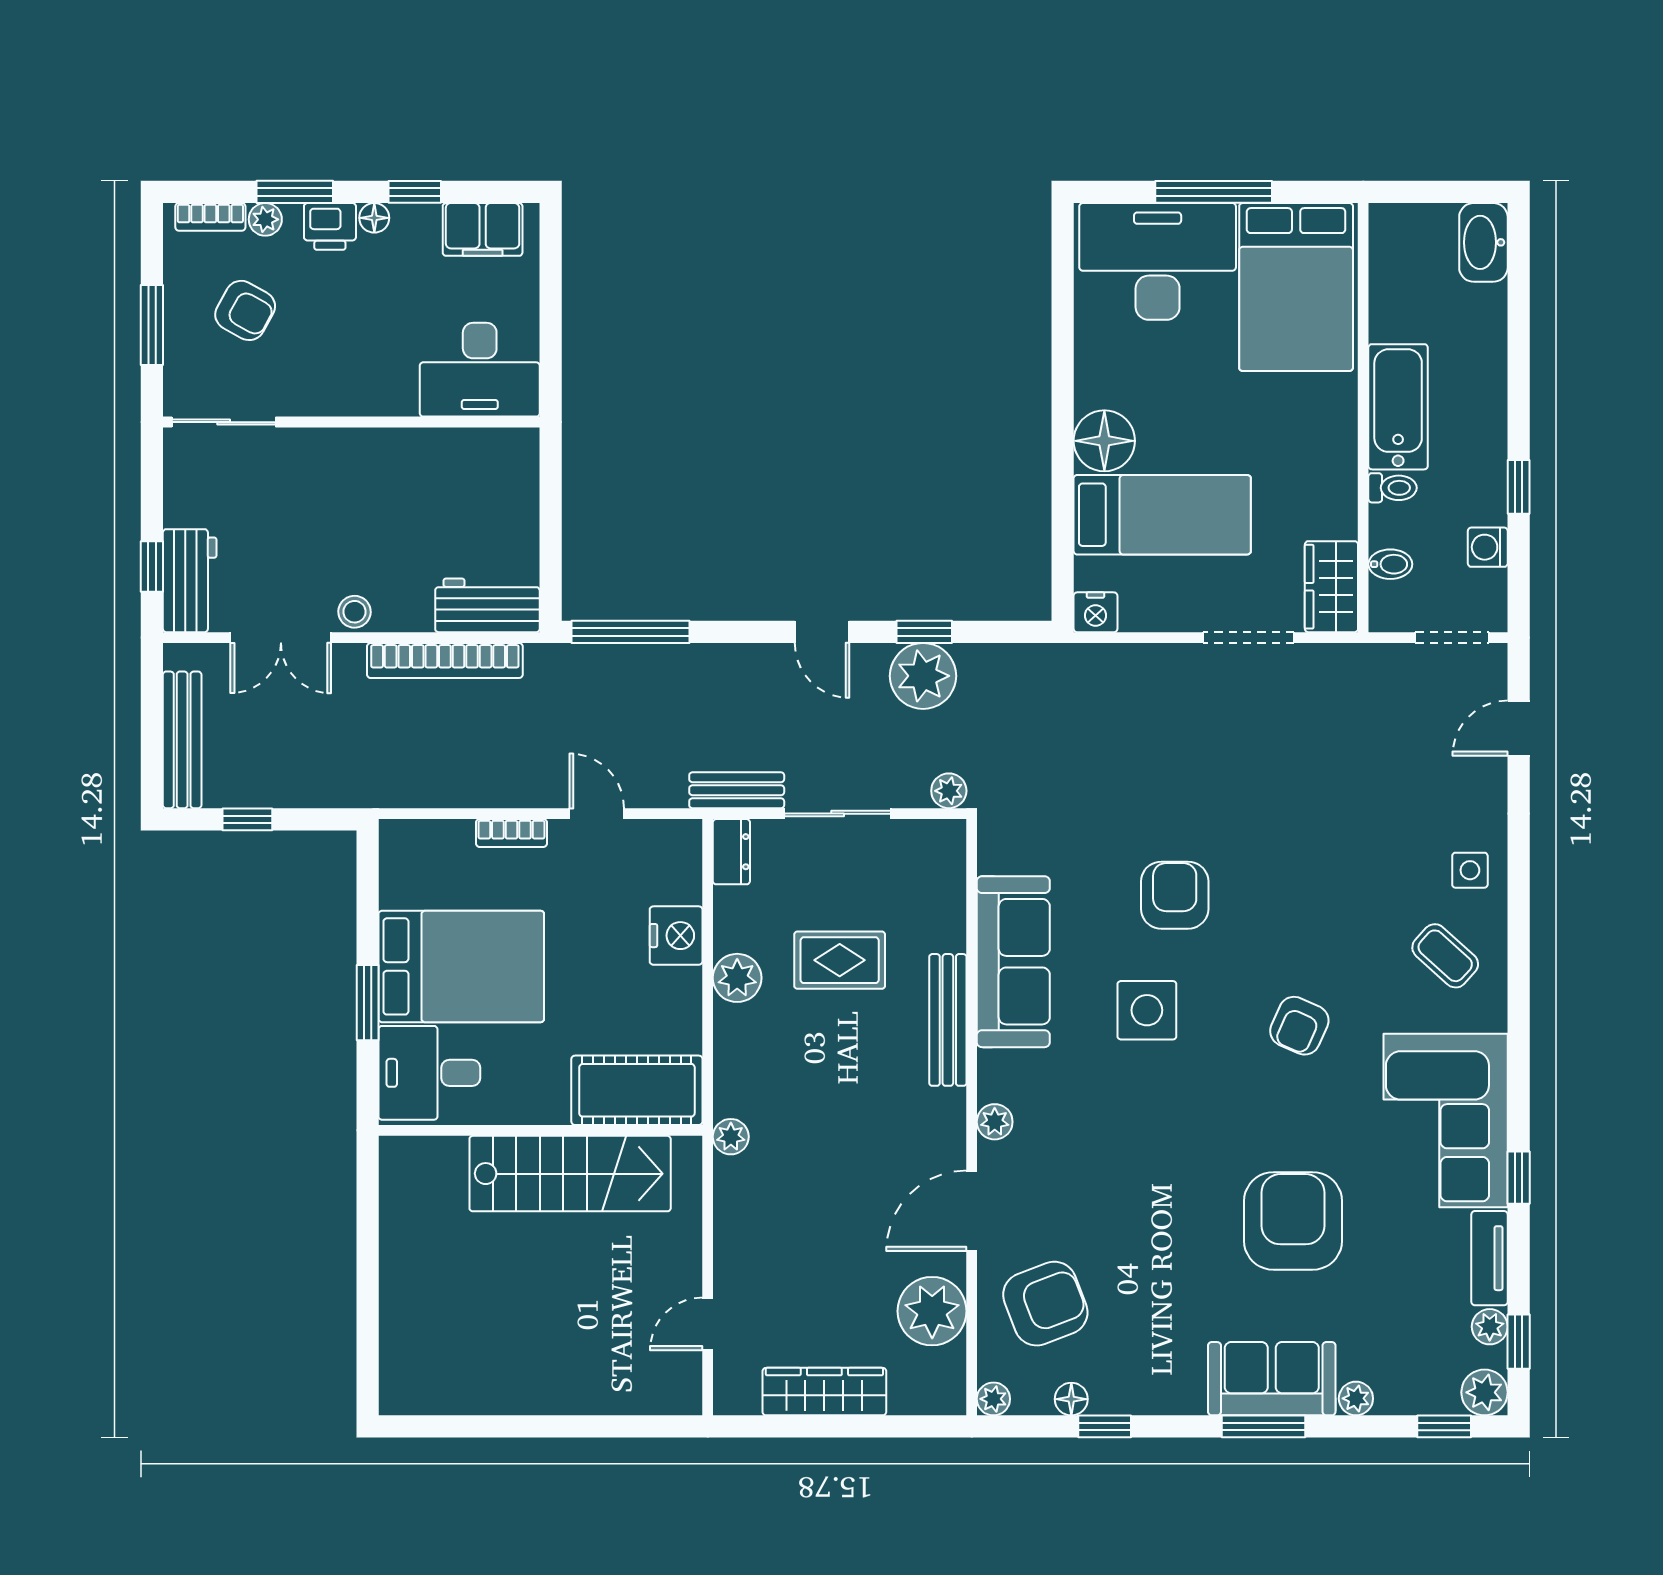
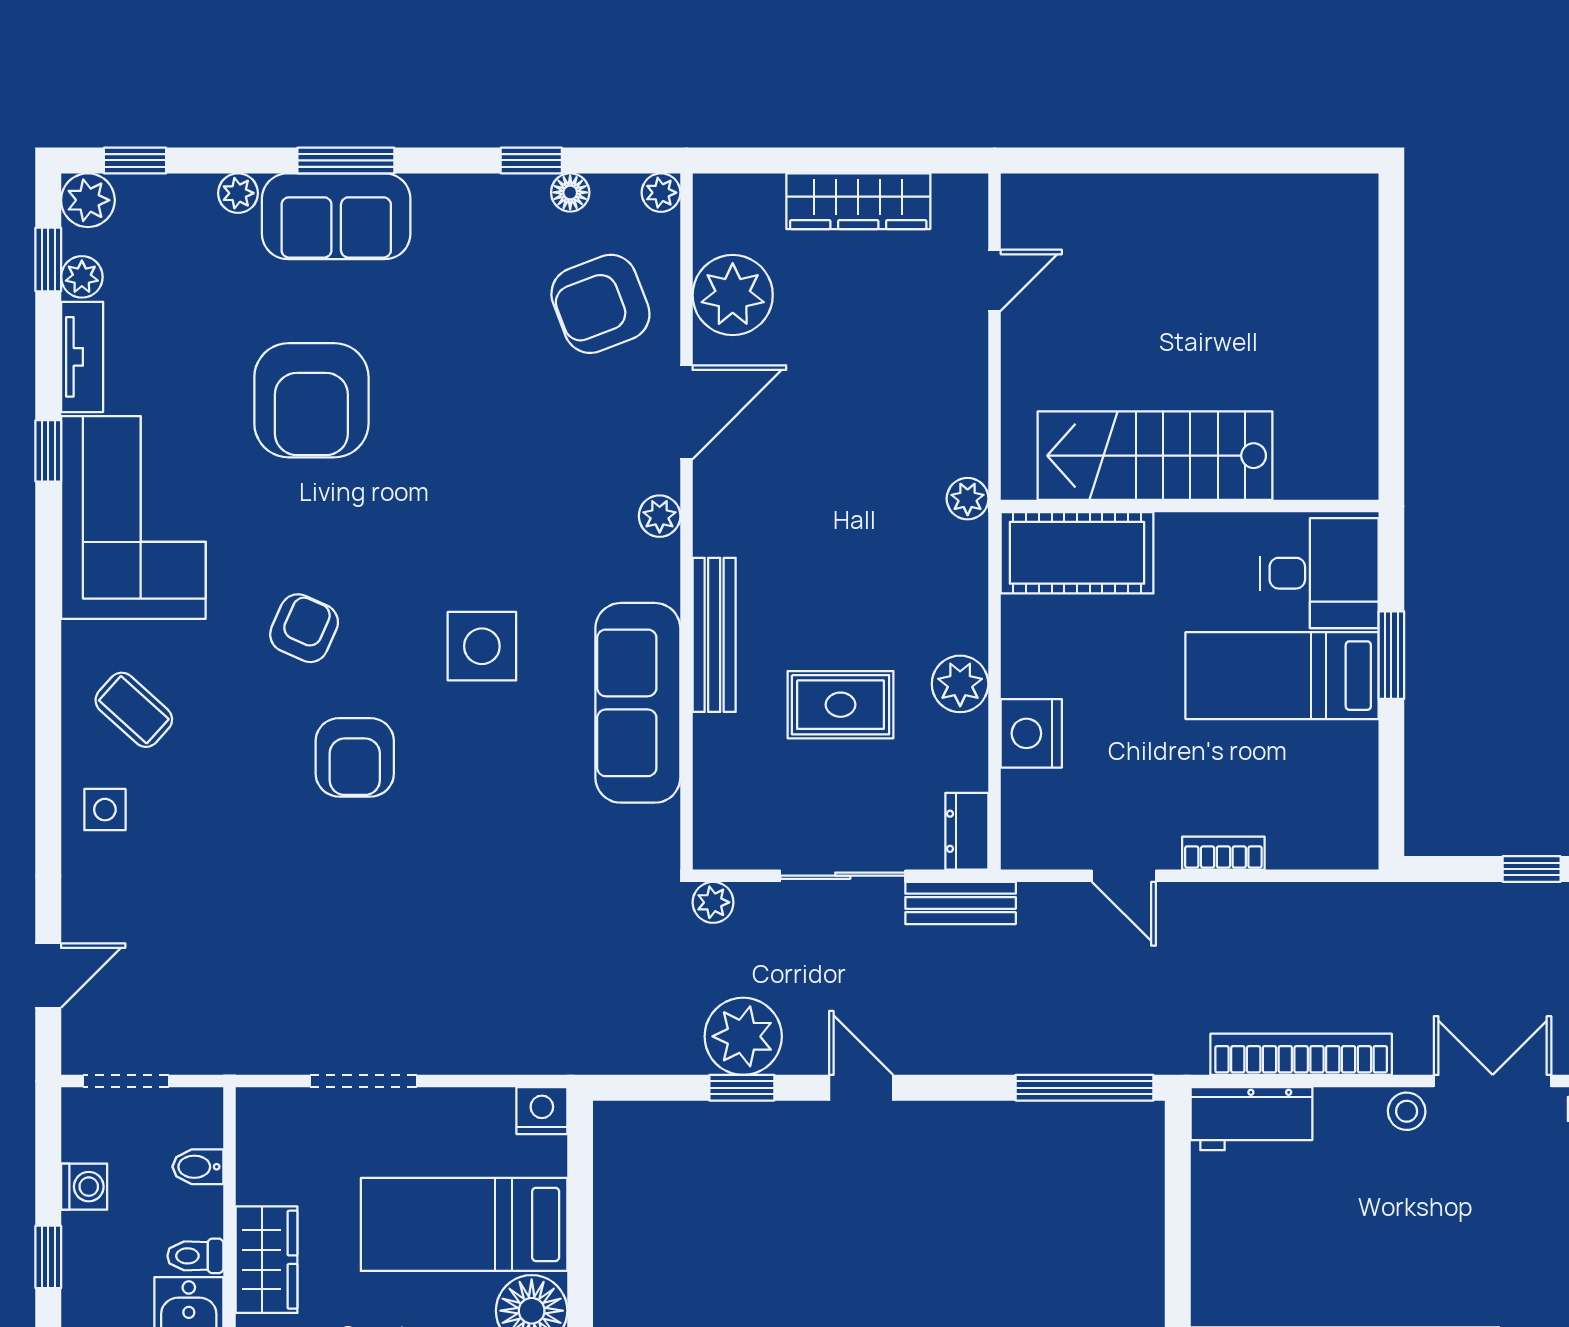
wardrobe: (1331, 587) -> (267, 1260), moved
armchair: (1175, 895) -> (355, 757), moved
bed: (461, 966) -> (1282, 676), width x0.67

